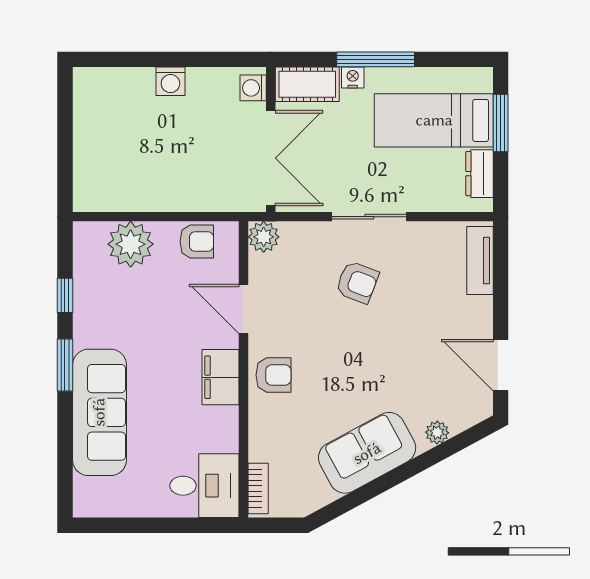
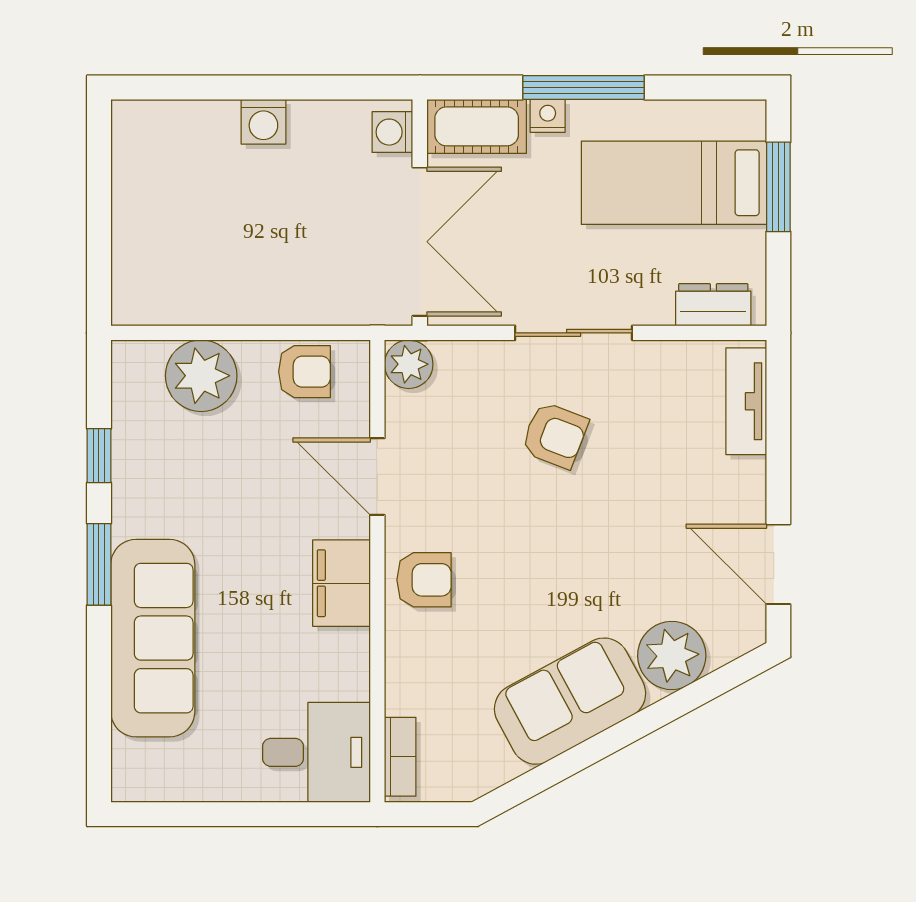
dresser: (480, 174) -> (713, 305), moved, turned 90
plant: (437, 433) -> (672, 655), width x1.87, depth x1.87

